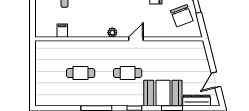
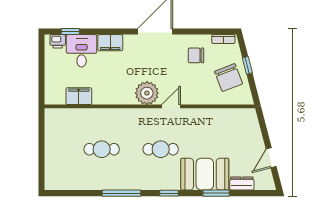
filing cabinet: (62, 31) -> (79, 96), width x2.00
plant: (112, 33) -> (147, 93), width x1.88, depth x1.88
dresser: (197, 100) -> (242, 184), width x0.70

